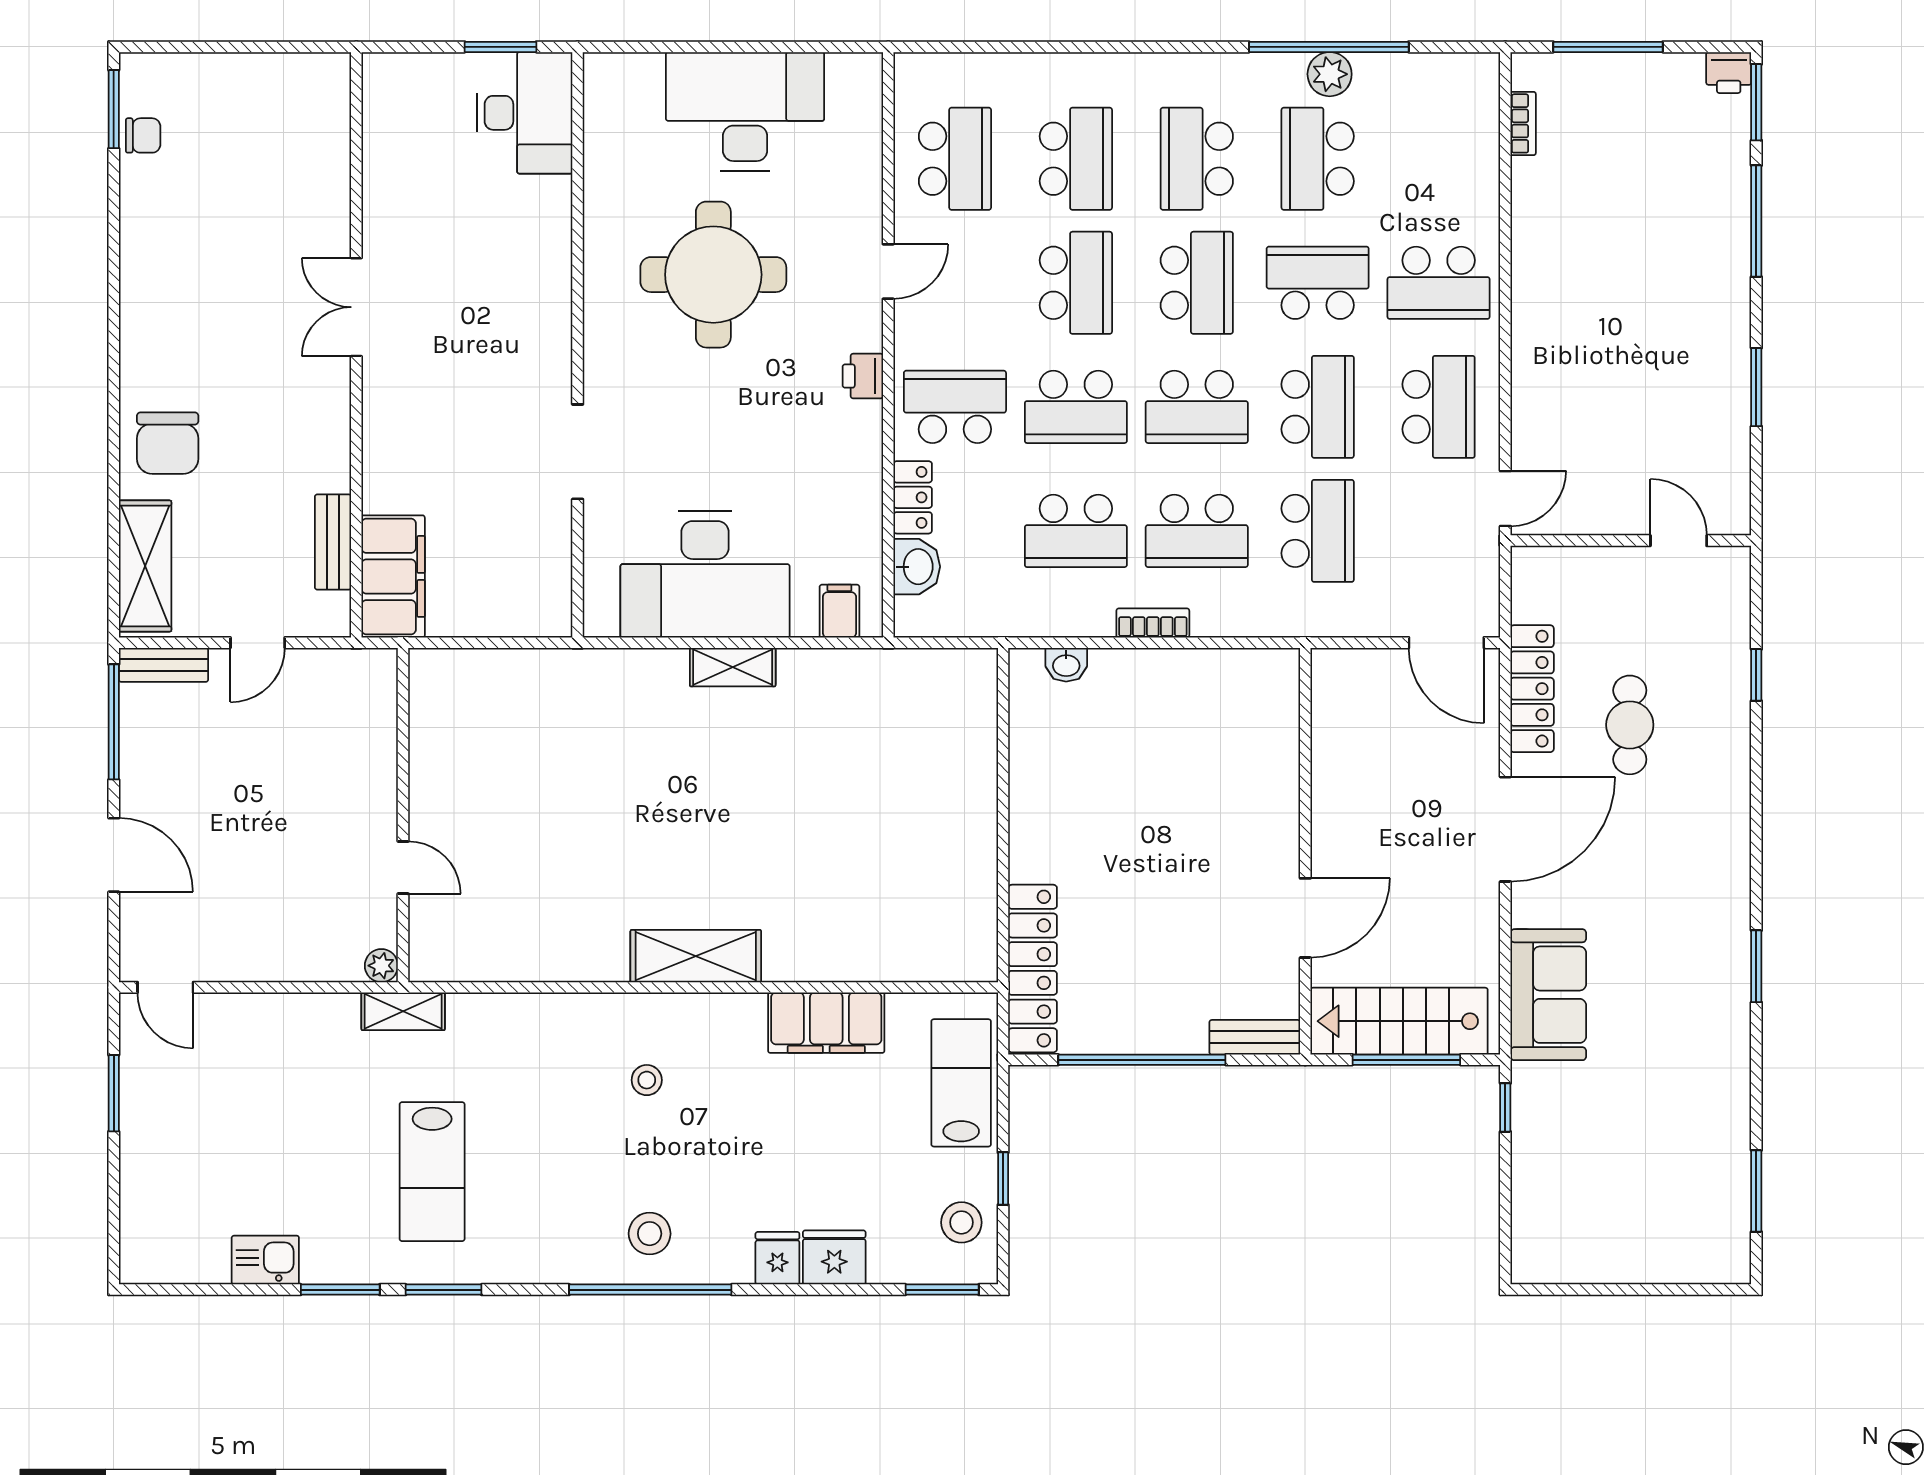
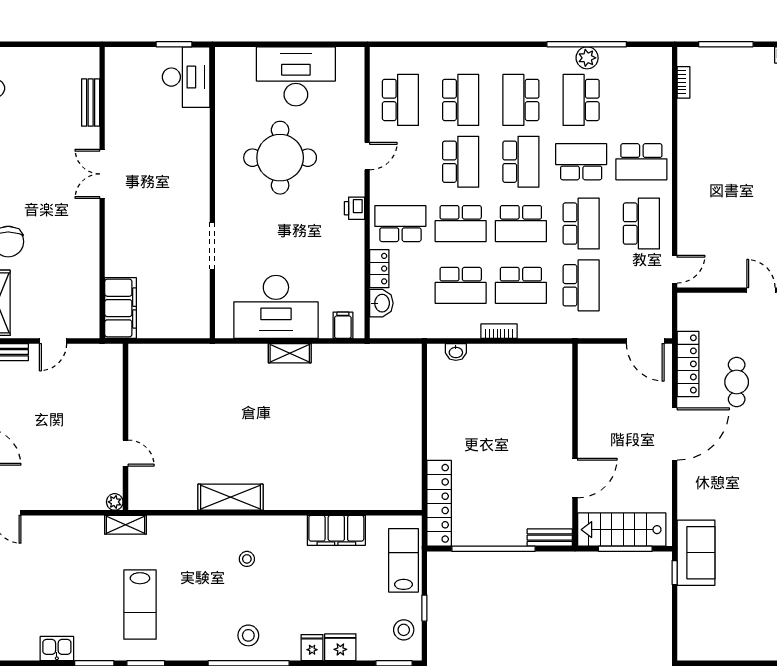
bench: (333, 542) -> (91, 103), moved
shelving: (696, 956) -> (230, 497), moved
sofa: (1548, 995) -> (696, 553), moved

